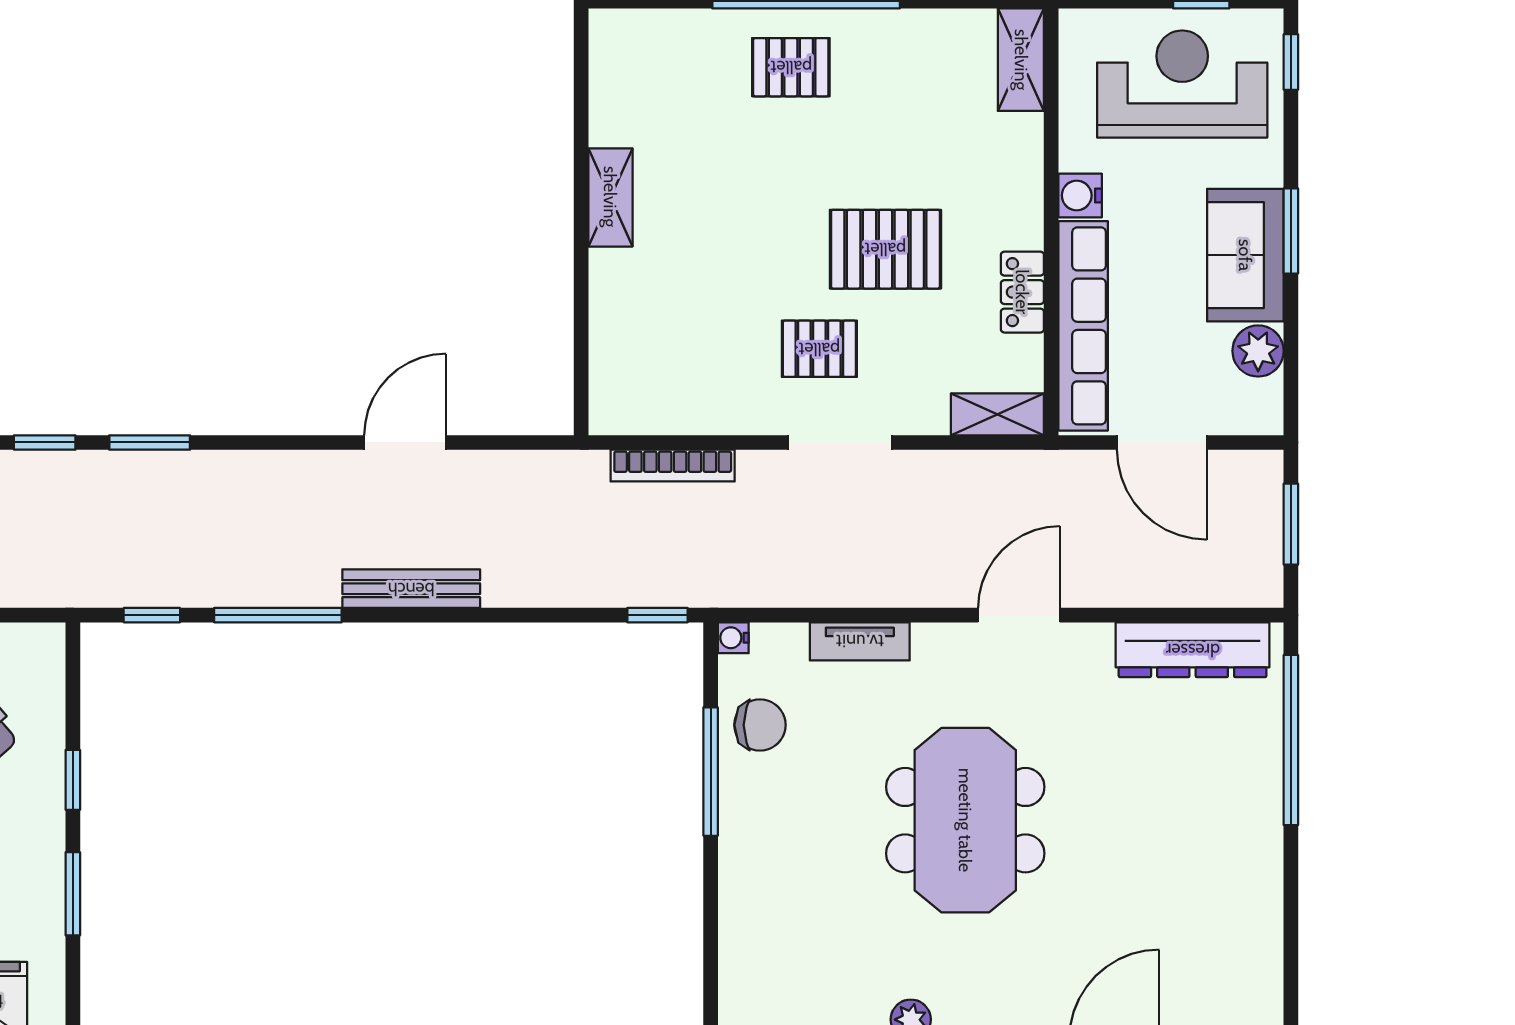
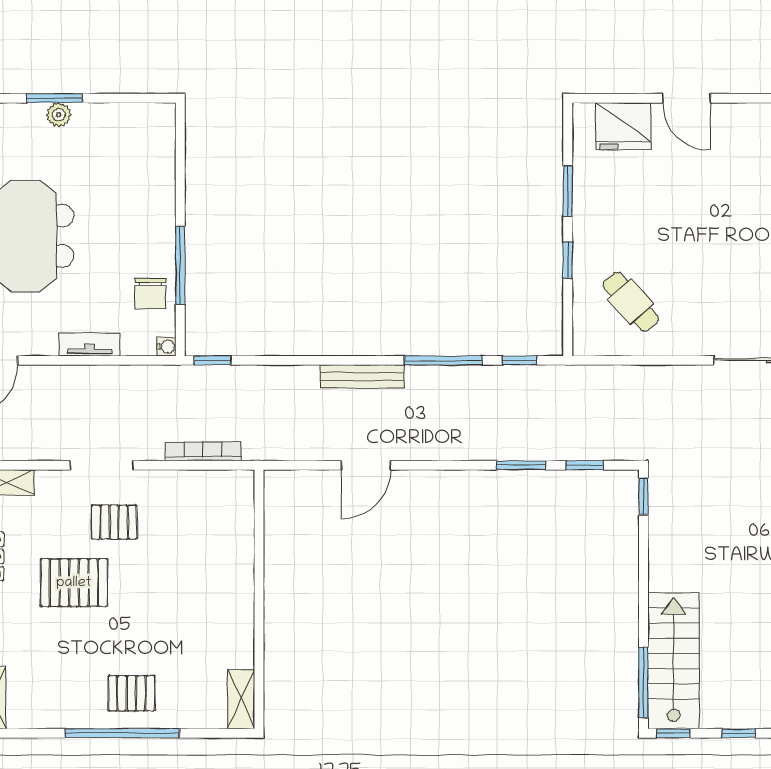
shelving: (610, 197) -> (241, 699), moved
chair: (760, 725) -> (150, 294), turned -90

